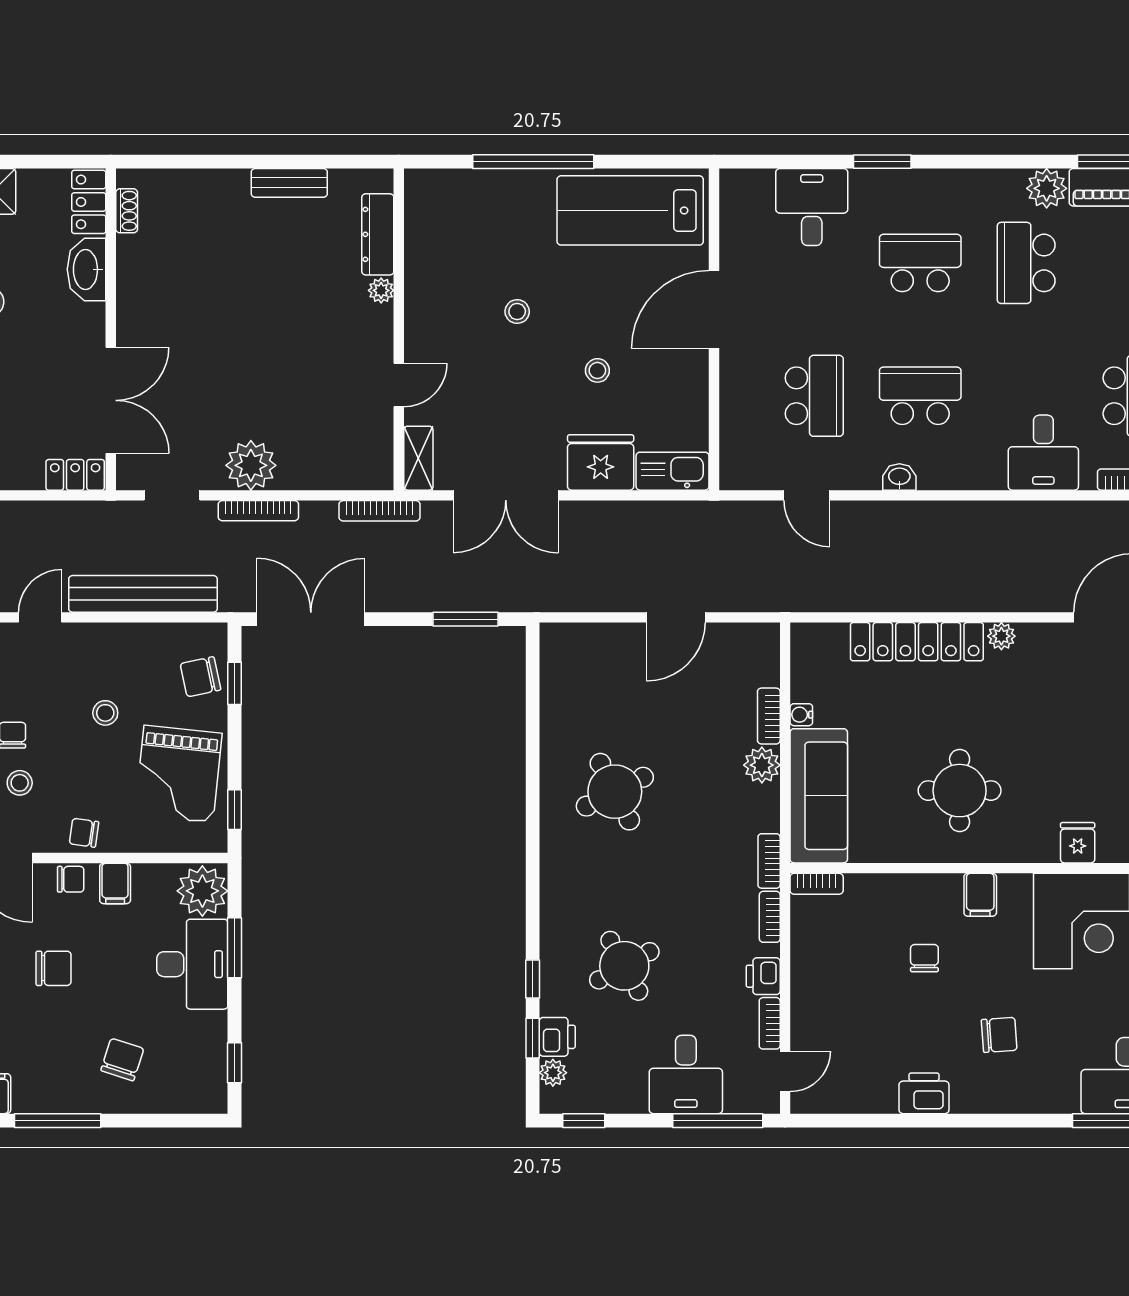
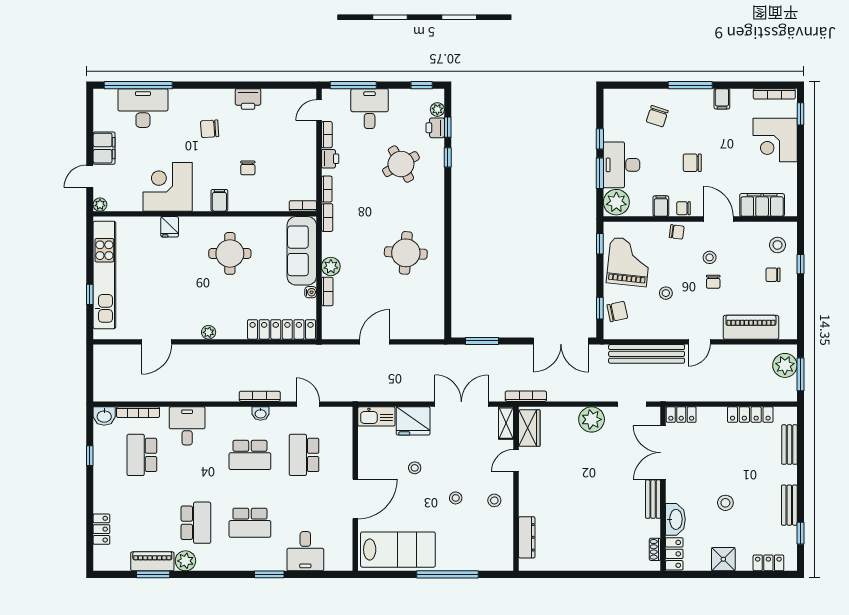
bench: (289, 183) -> (653, 499), moved, turned 90
plant: (381, 290) -> (525, 509), removed
stool: (441, 307) -> (494, 500), added
wardrobe: (373, 448) -> (529, 428), added
bookcase: (258, 511) -> (260, 396), moved
locker: (917, 642) -> (282, 329), moved
round table: (615, 792) -> (406, 253), turned 31
window: (234, 1063) -> (600, 139), moved

